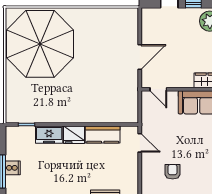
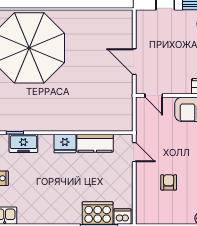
door: (140, 57) -> (134, 62), swing flipped
freezer: (49, 135) -> (23, 143), moved

